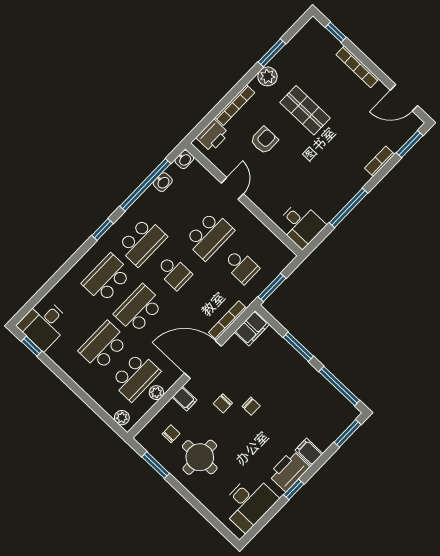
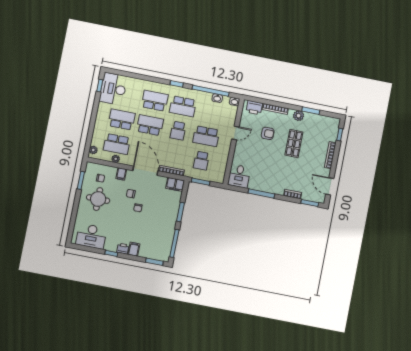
desk: (44, 324) -> (113, 89), width x1.37
printer: (289, 471) -> (123, 249), width x0.53, depth x0.68

